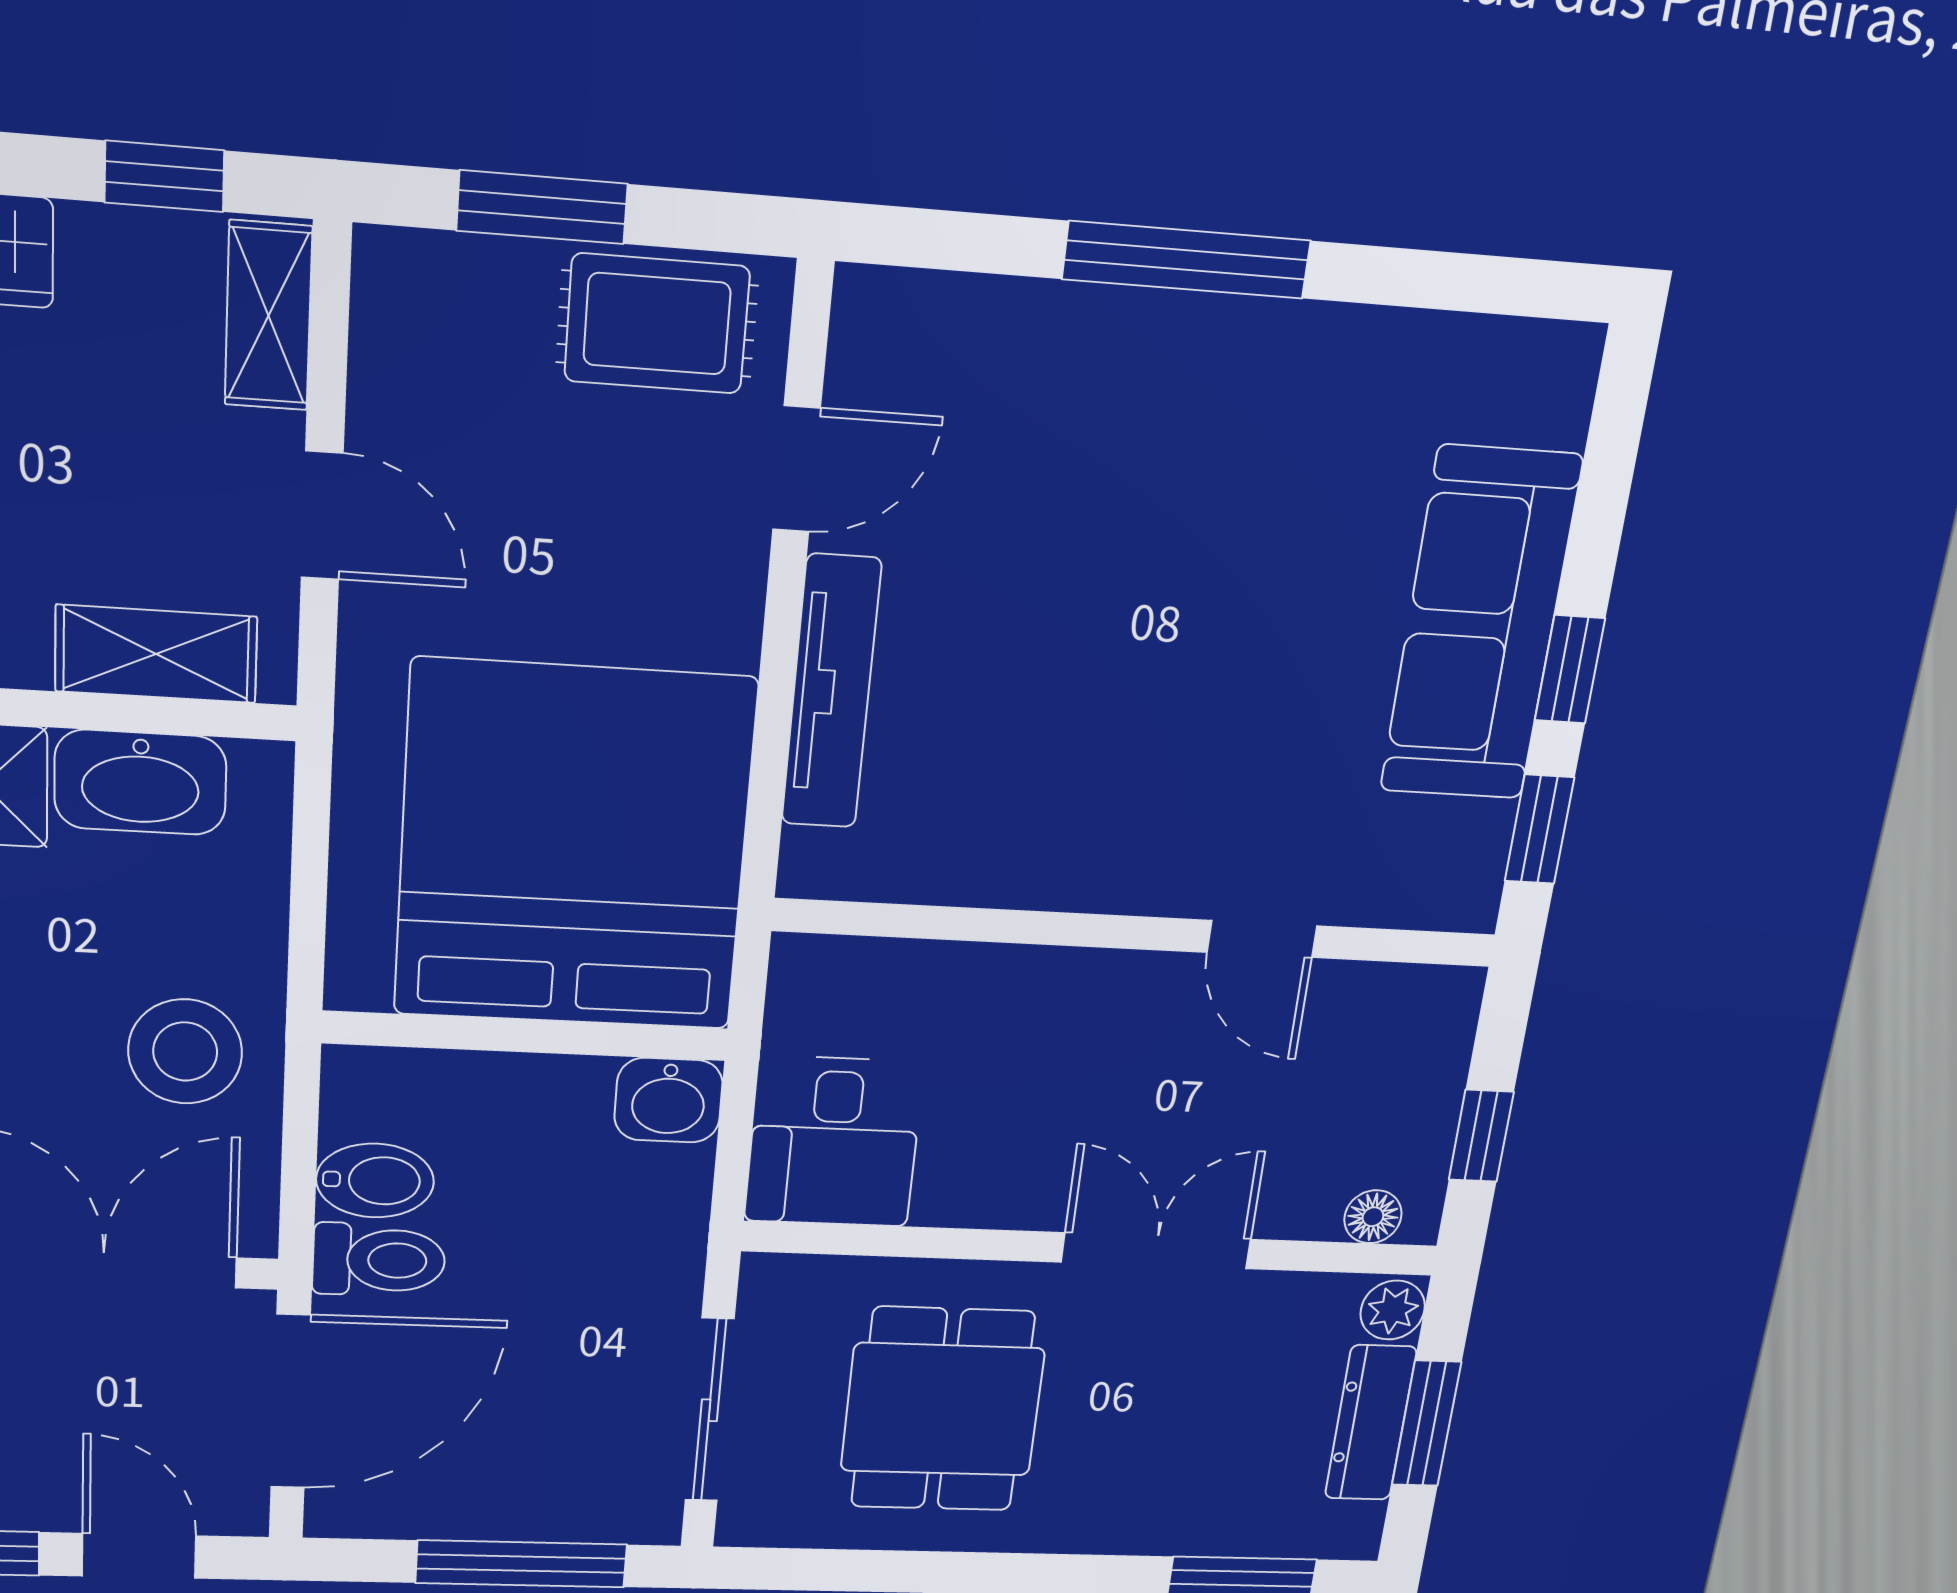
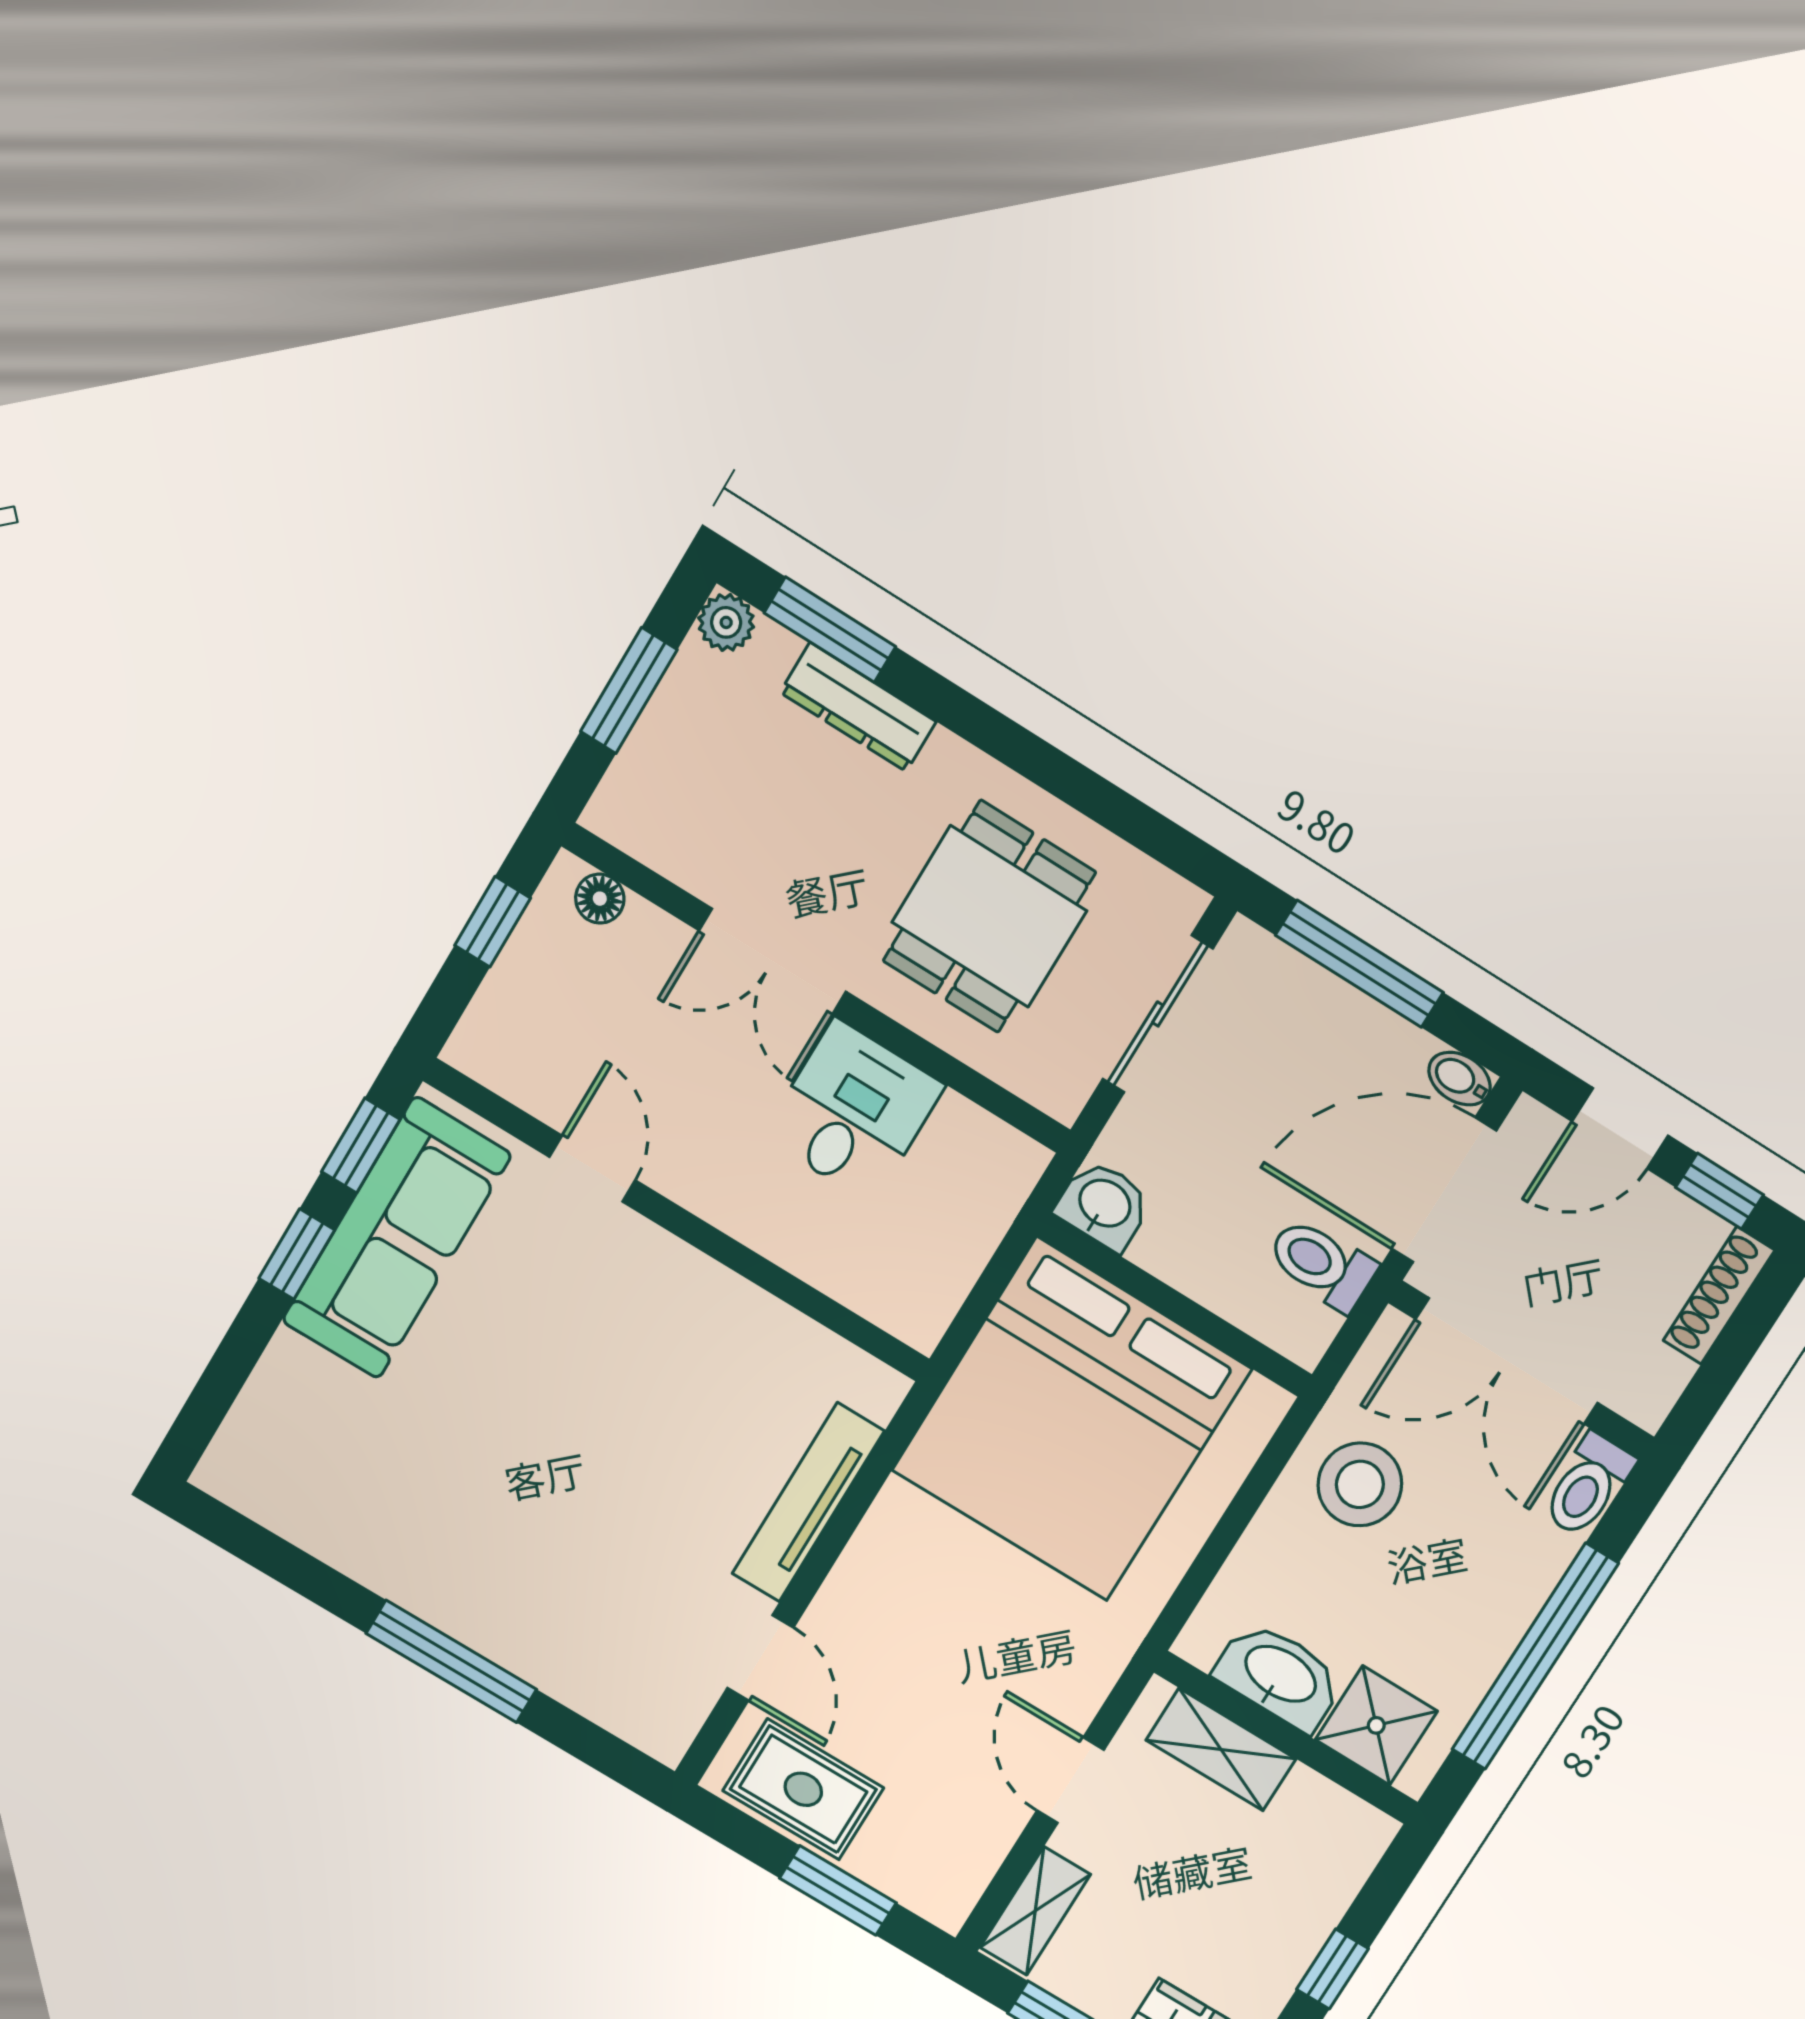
door: (797, 469) -> (760, 1658), swing flipped
sofa: (1480, 625) -> (397, 1238), moved
bed: (574, 847) -> (1072, 1420), moved
wall: (526, 1036) -> (1175, 1305), moved
washbasin: (668, 1100) -> (1104, 1205), moved
desk: (834, 1142) -> (854, 1111), moved
bidet: (375, 1181) -> (1460, 1079), moved, width x0.72, depth x0.74
plant: (1393, 1310) -> (726, 622), moved
dresser: (1371, 1423) -> (858, 707), moved, turned 90
door: (139, 1556) -> (1620, 1128), hinge flipped

